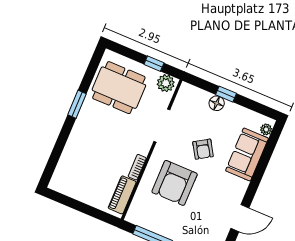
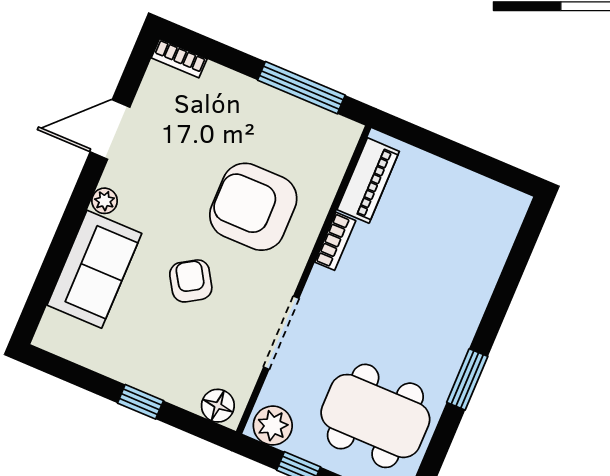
floor lamp: (217, 103) -> (218, 406), moved
plant: (266, 129) -> (105, 201), moved
armchair: (175, 183) -> (253, 207), turned -90

